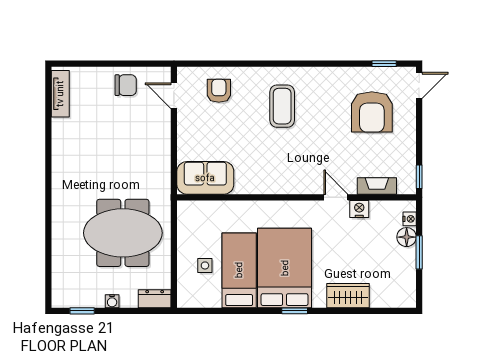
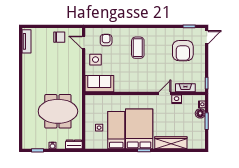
side table: (198, 130) -> (96, 60), added
door: (336, 197) -> (165, 93), hinge flipped
wardrobe: (348, 296) -> (171, 143), width x1.50

